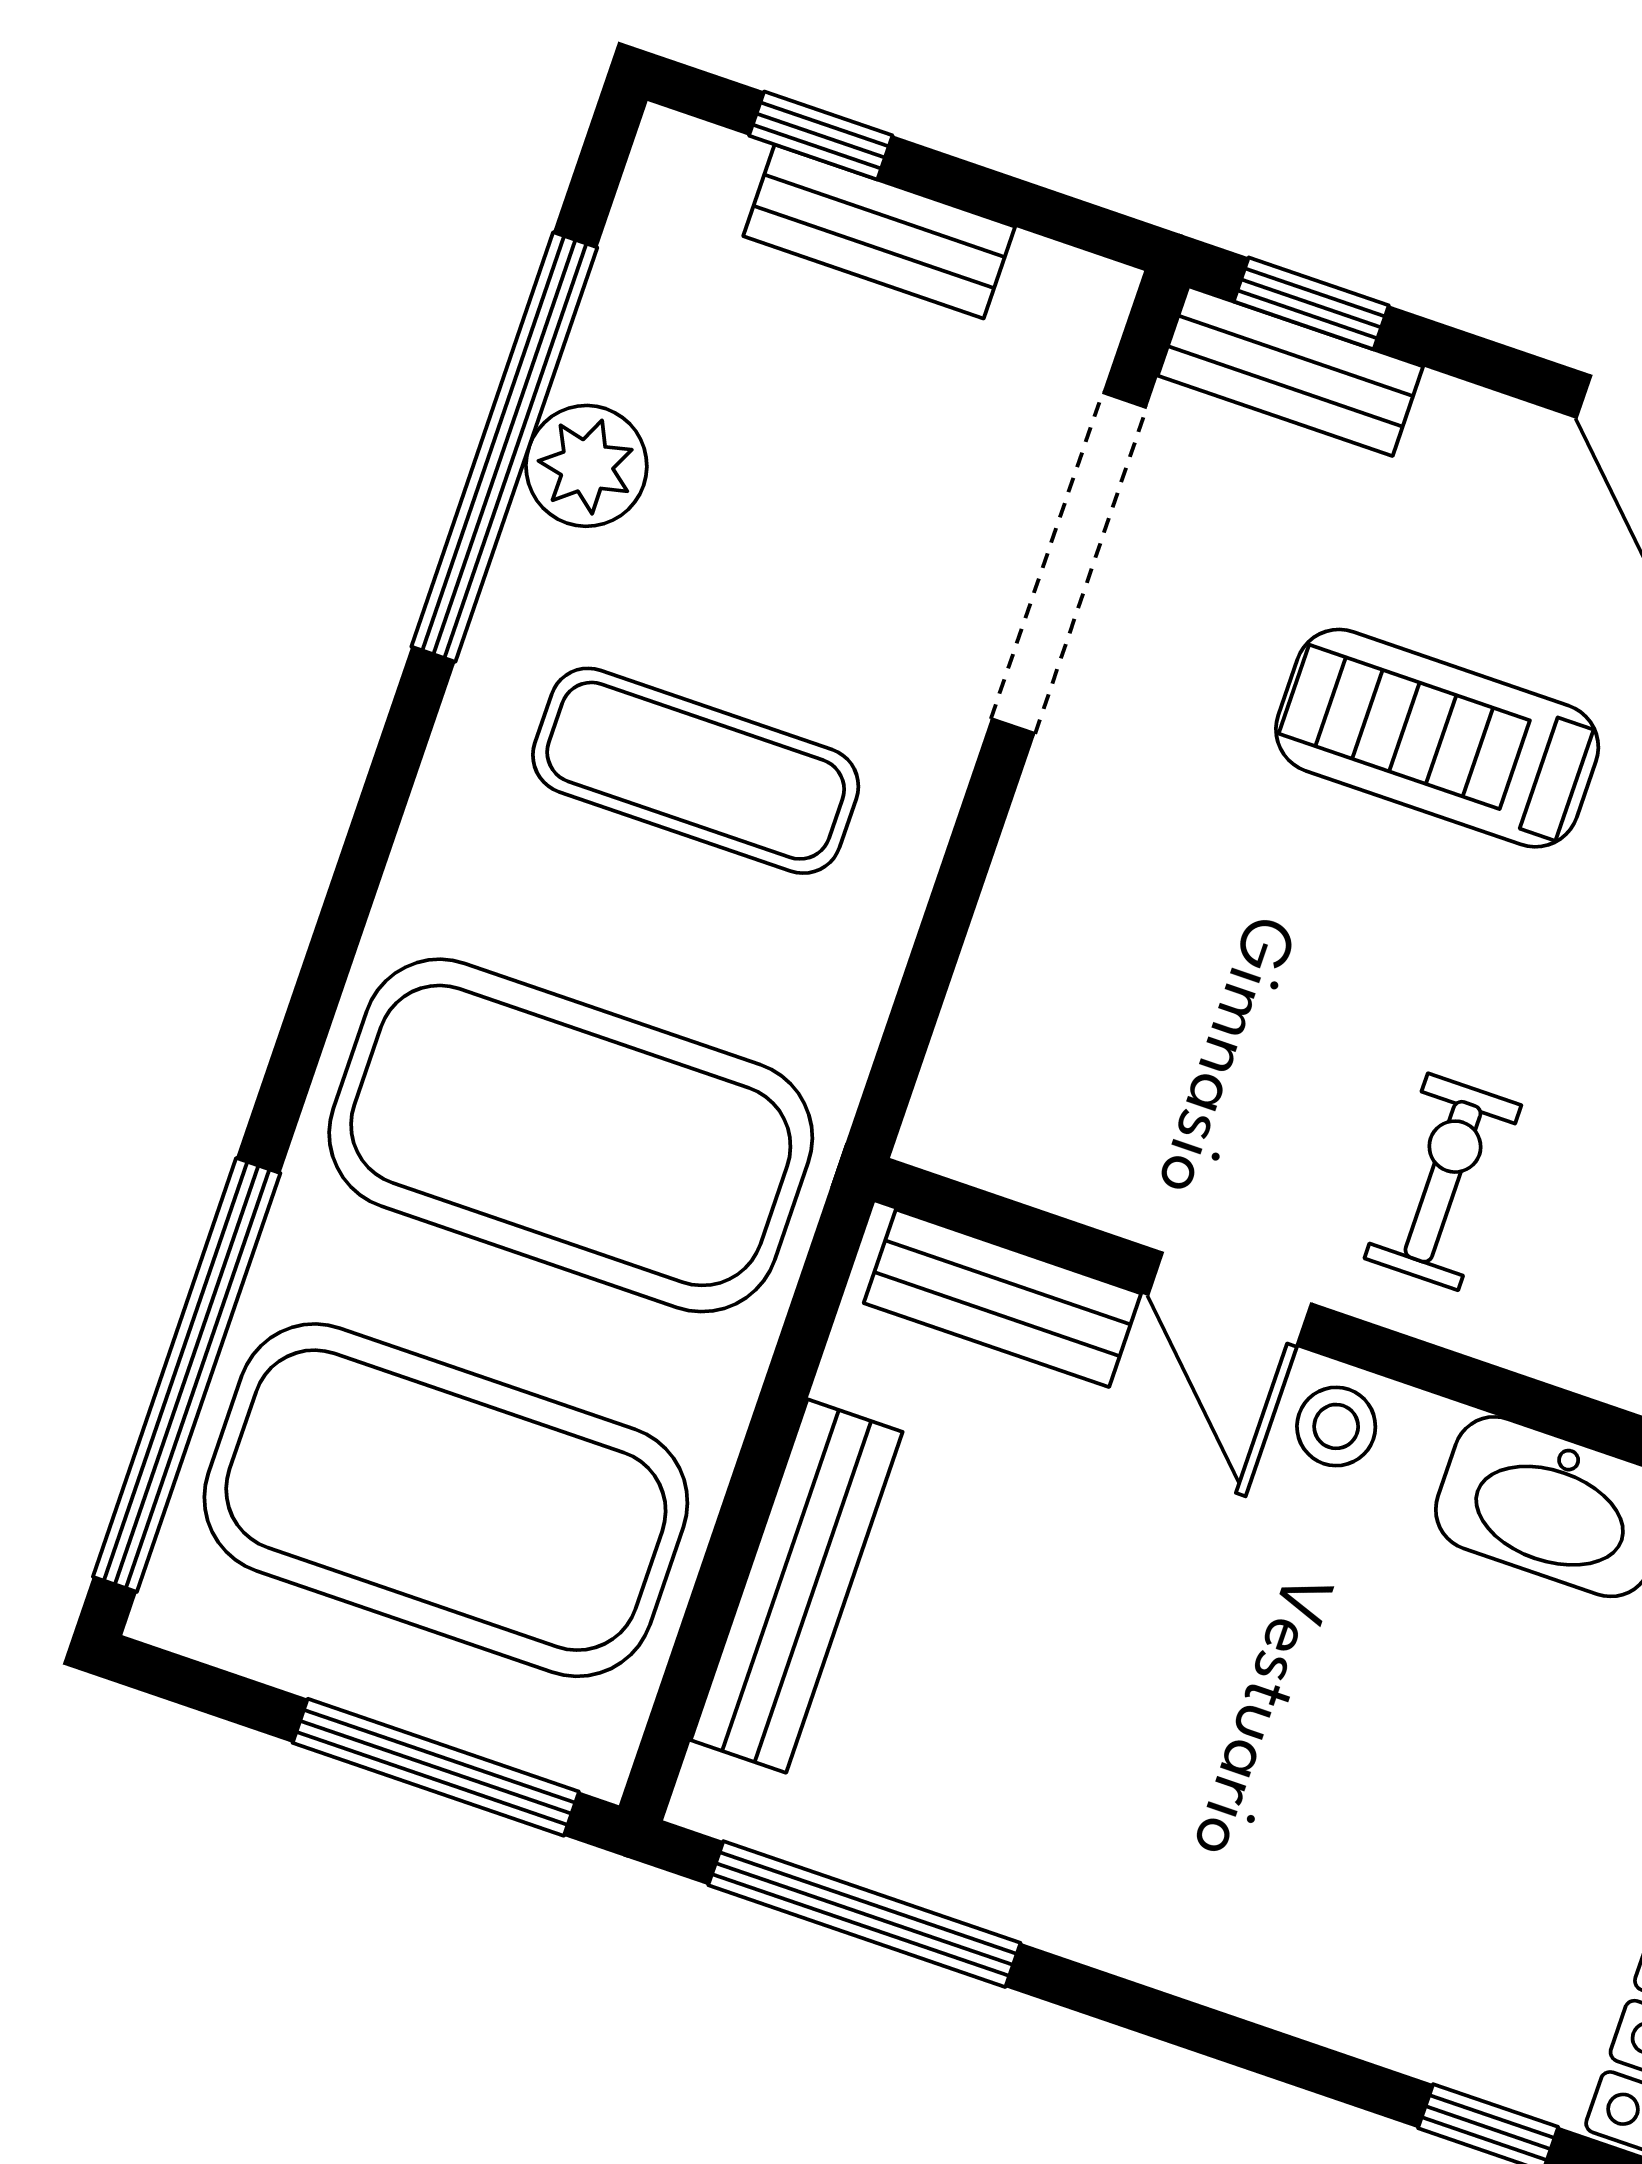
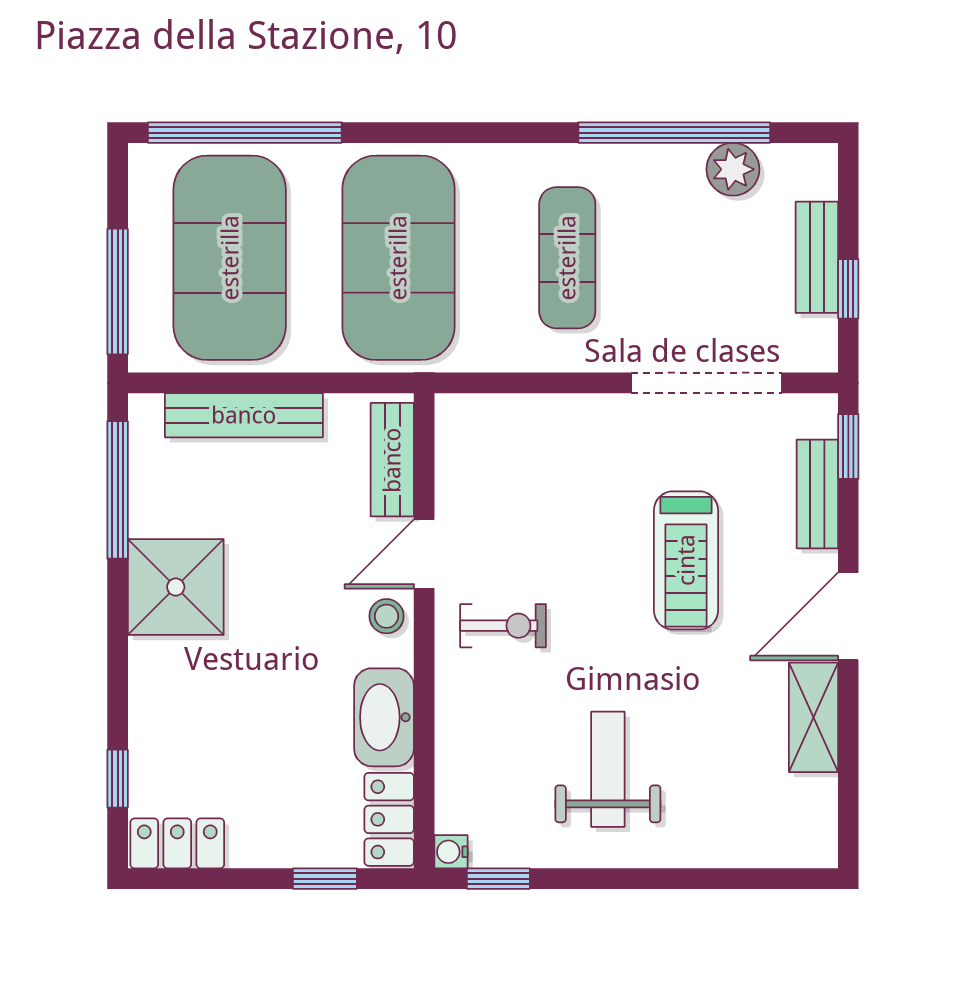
window: (821, 136) -> (848, 289), moved
bench: (1290, 371) -> (817, 494), moved
plant: (586, 466) -> (733, 169), moved
treadmill: (1437, 738) -> (686, 560), turned 180
shower: (1117, 1860) -> (176, 587), added

